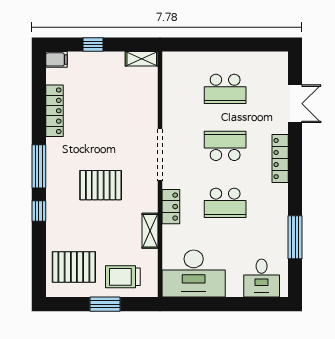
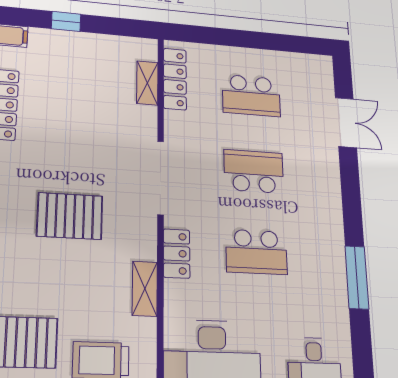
shelving: (142, 59) -> (147, 83), moved, turned 90
locker: (280, 159) -> (175, 79), moved, turned 180
window: (295, 237) -> (357, 277), moved

